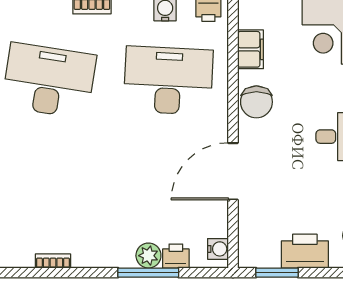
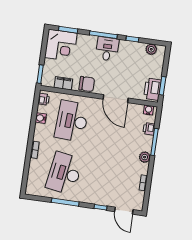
printer: (305, 251) -> (152, 89), moved
plant: (148, 256) -> (145, 157), moved

